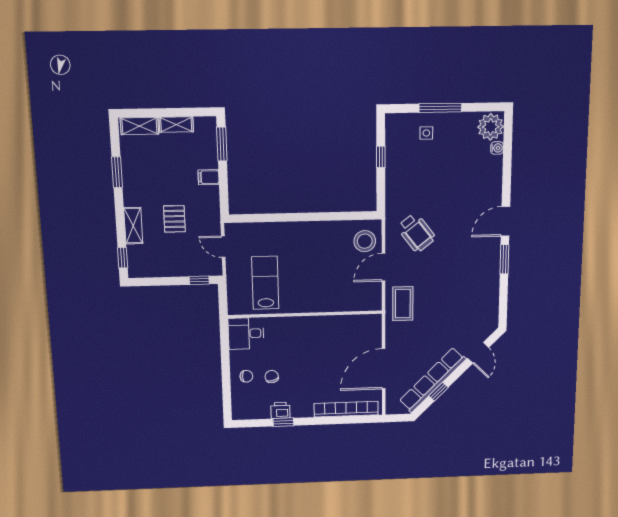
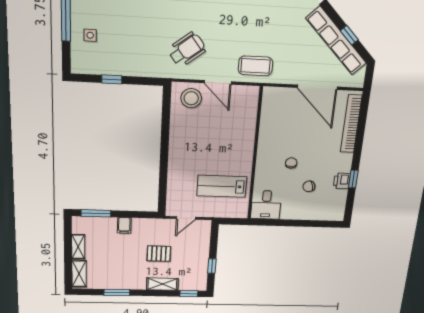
window: (199, 280) -> (212, 266), moved
chair: (246, 376) -> (291, 163), moved

